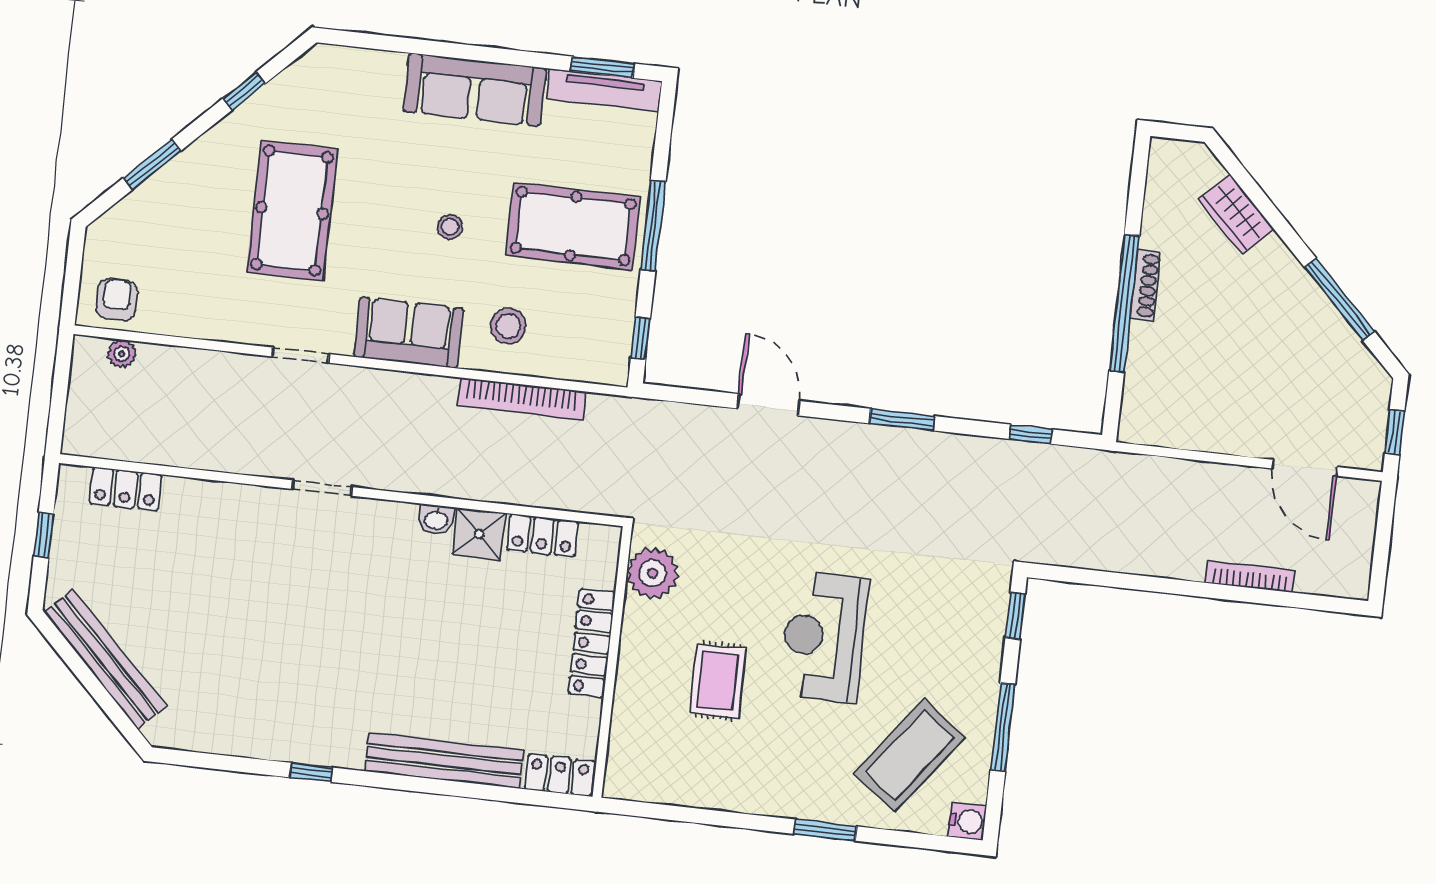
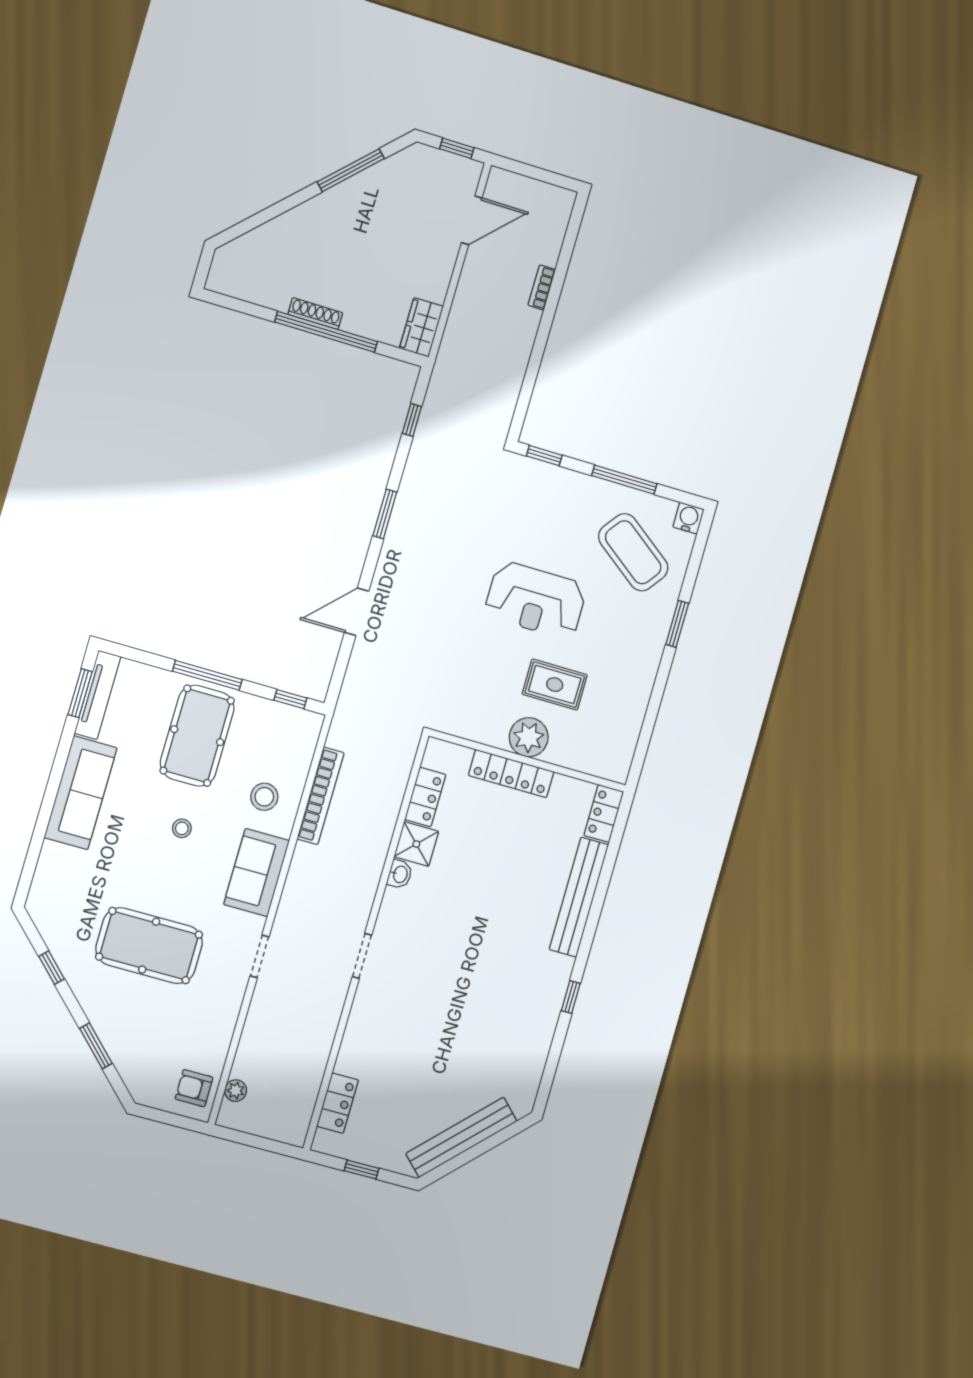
wardrobe: (1236, 214) -> (421, 327), moved, turned 135
plant: (653, 573) -> (529, 737), moved
bookcase: (1250, 576) -> (542, 287), width x0.64

